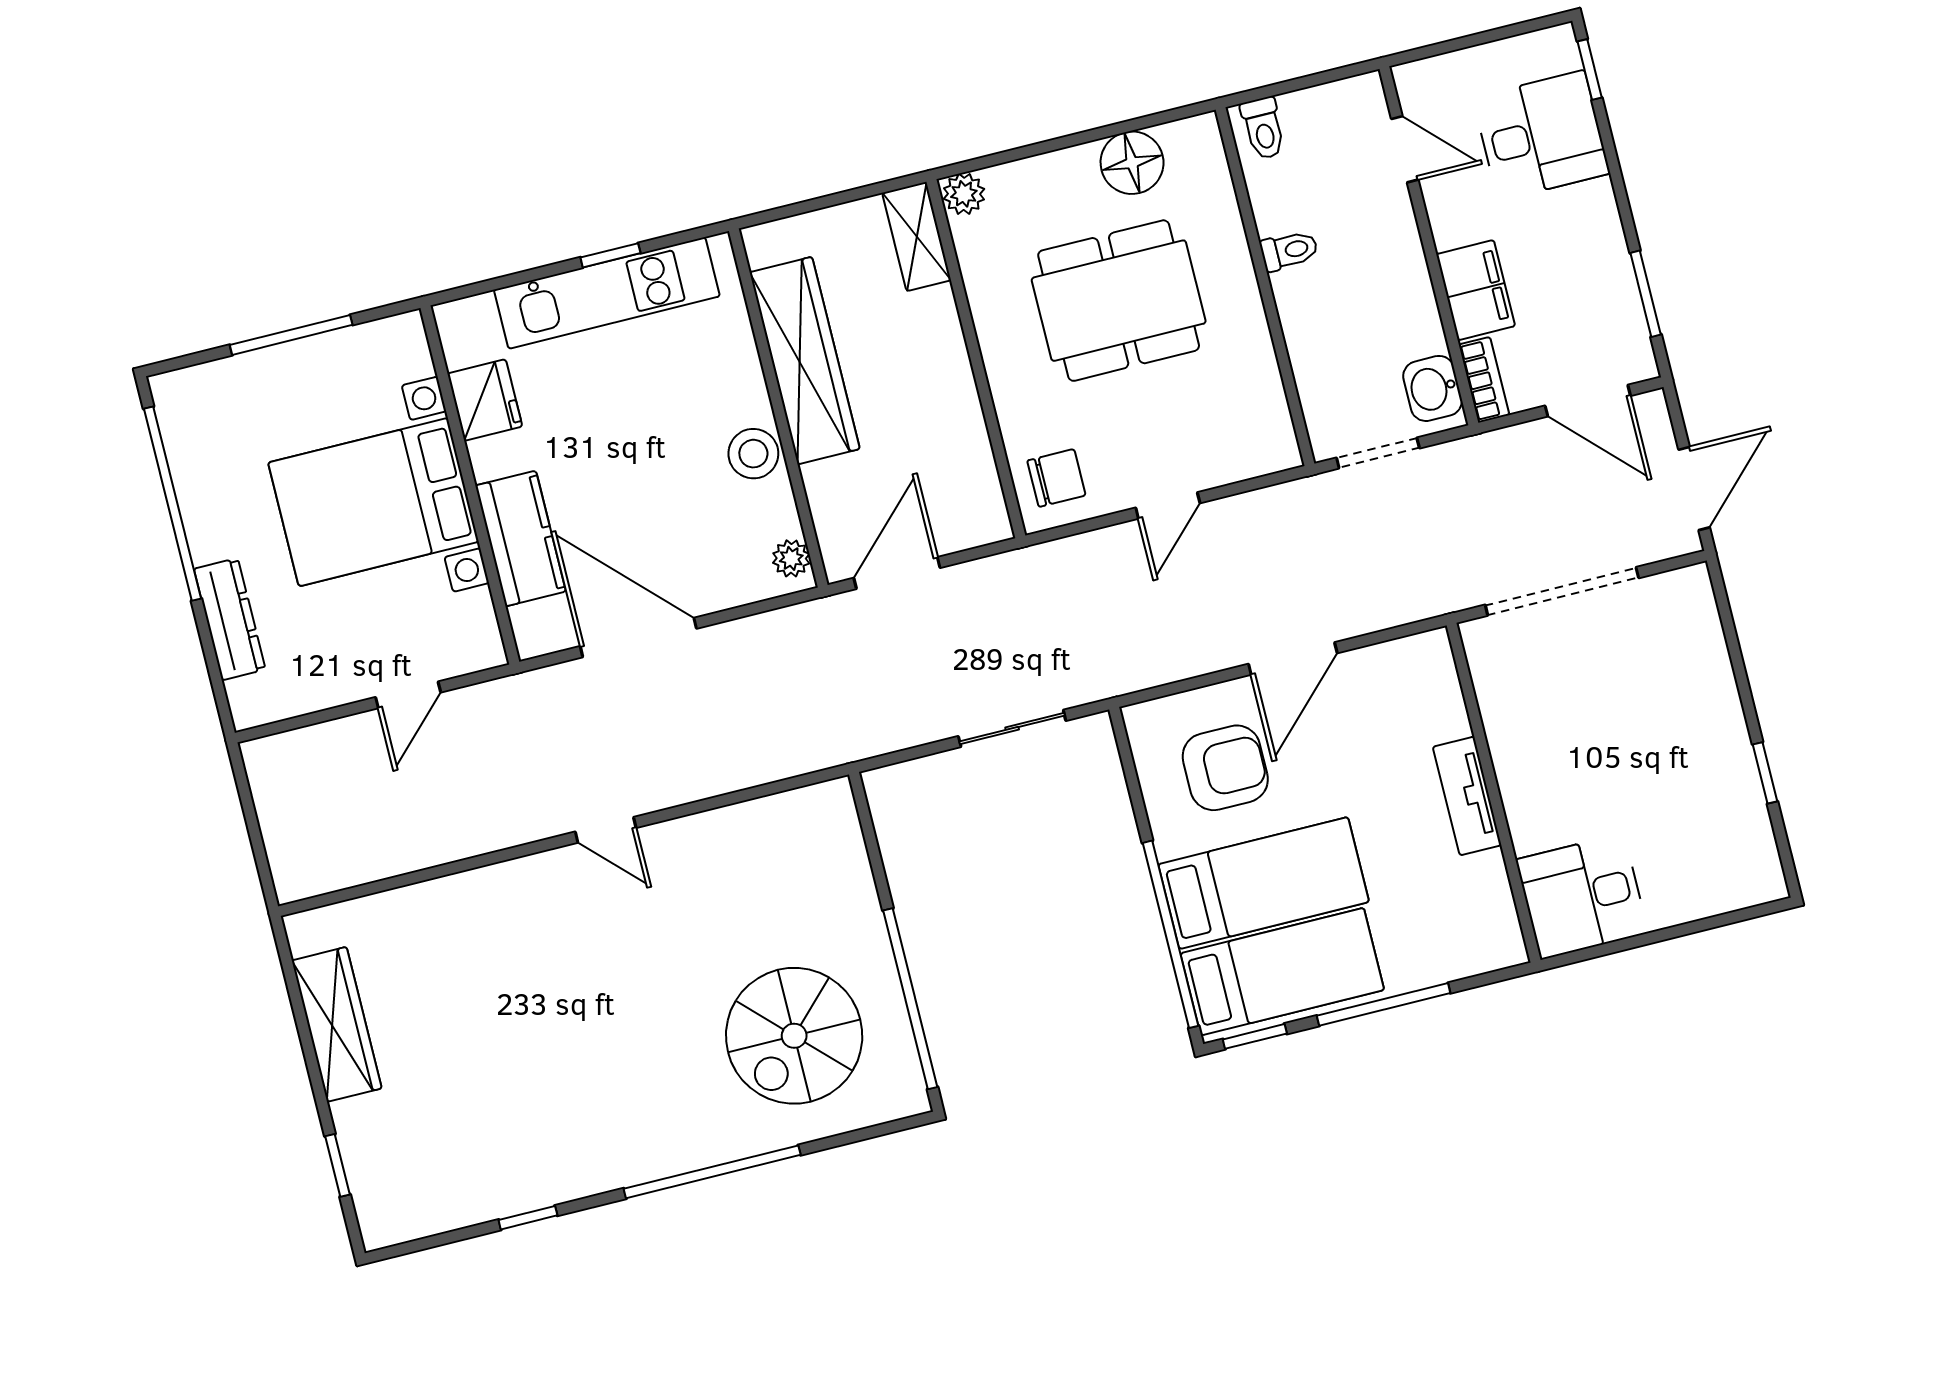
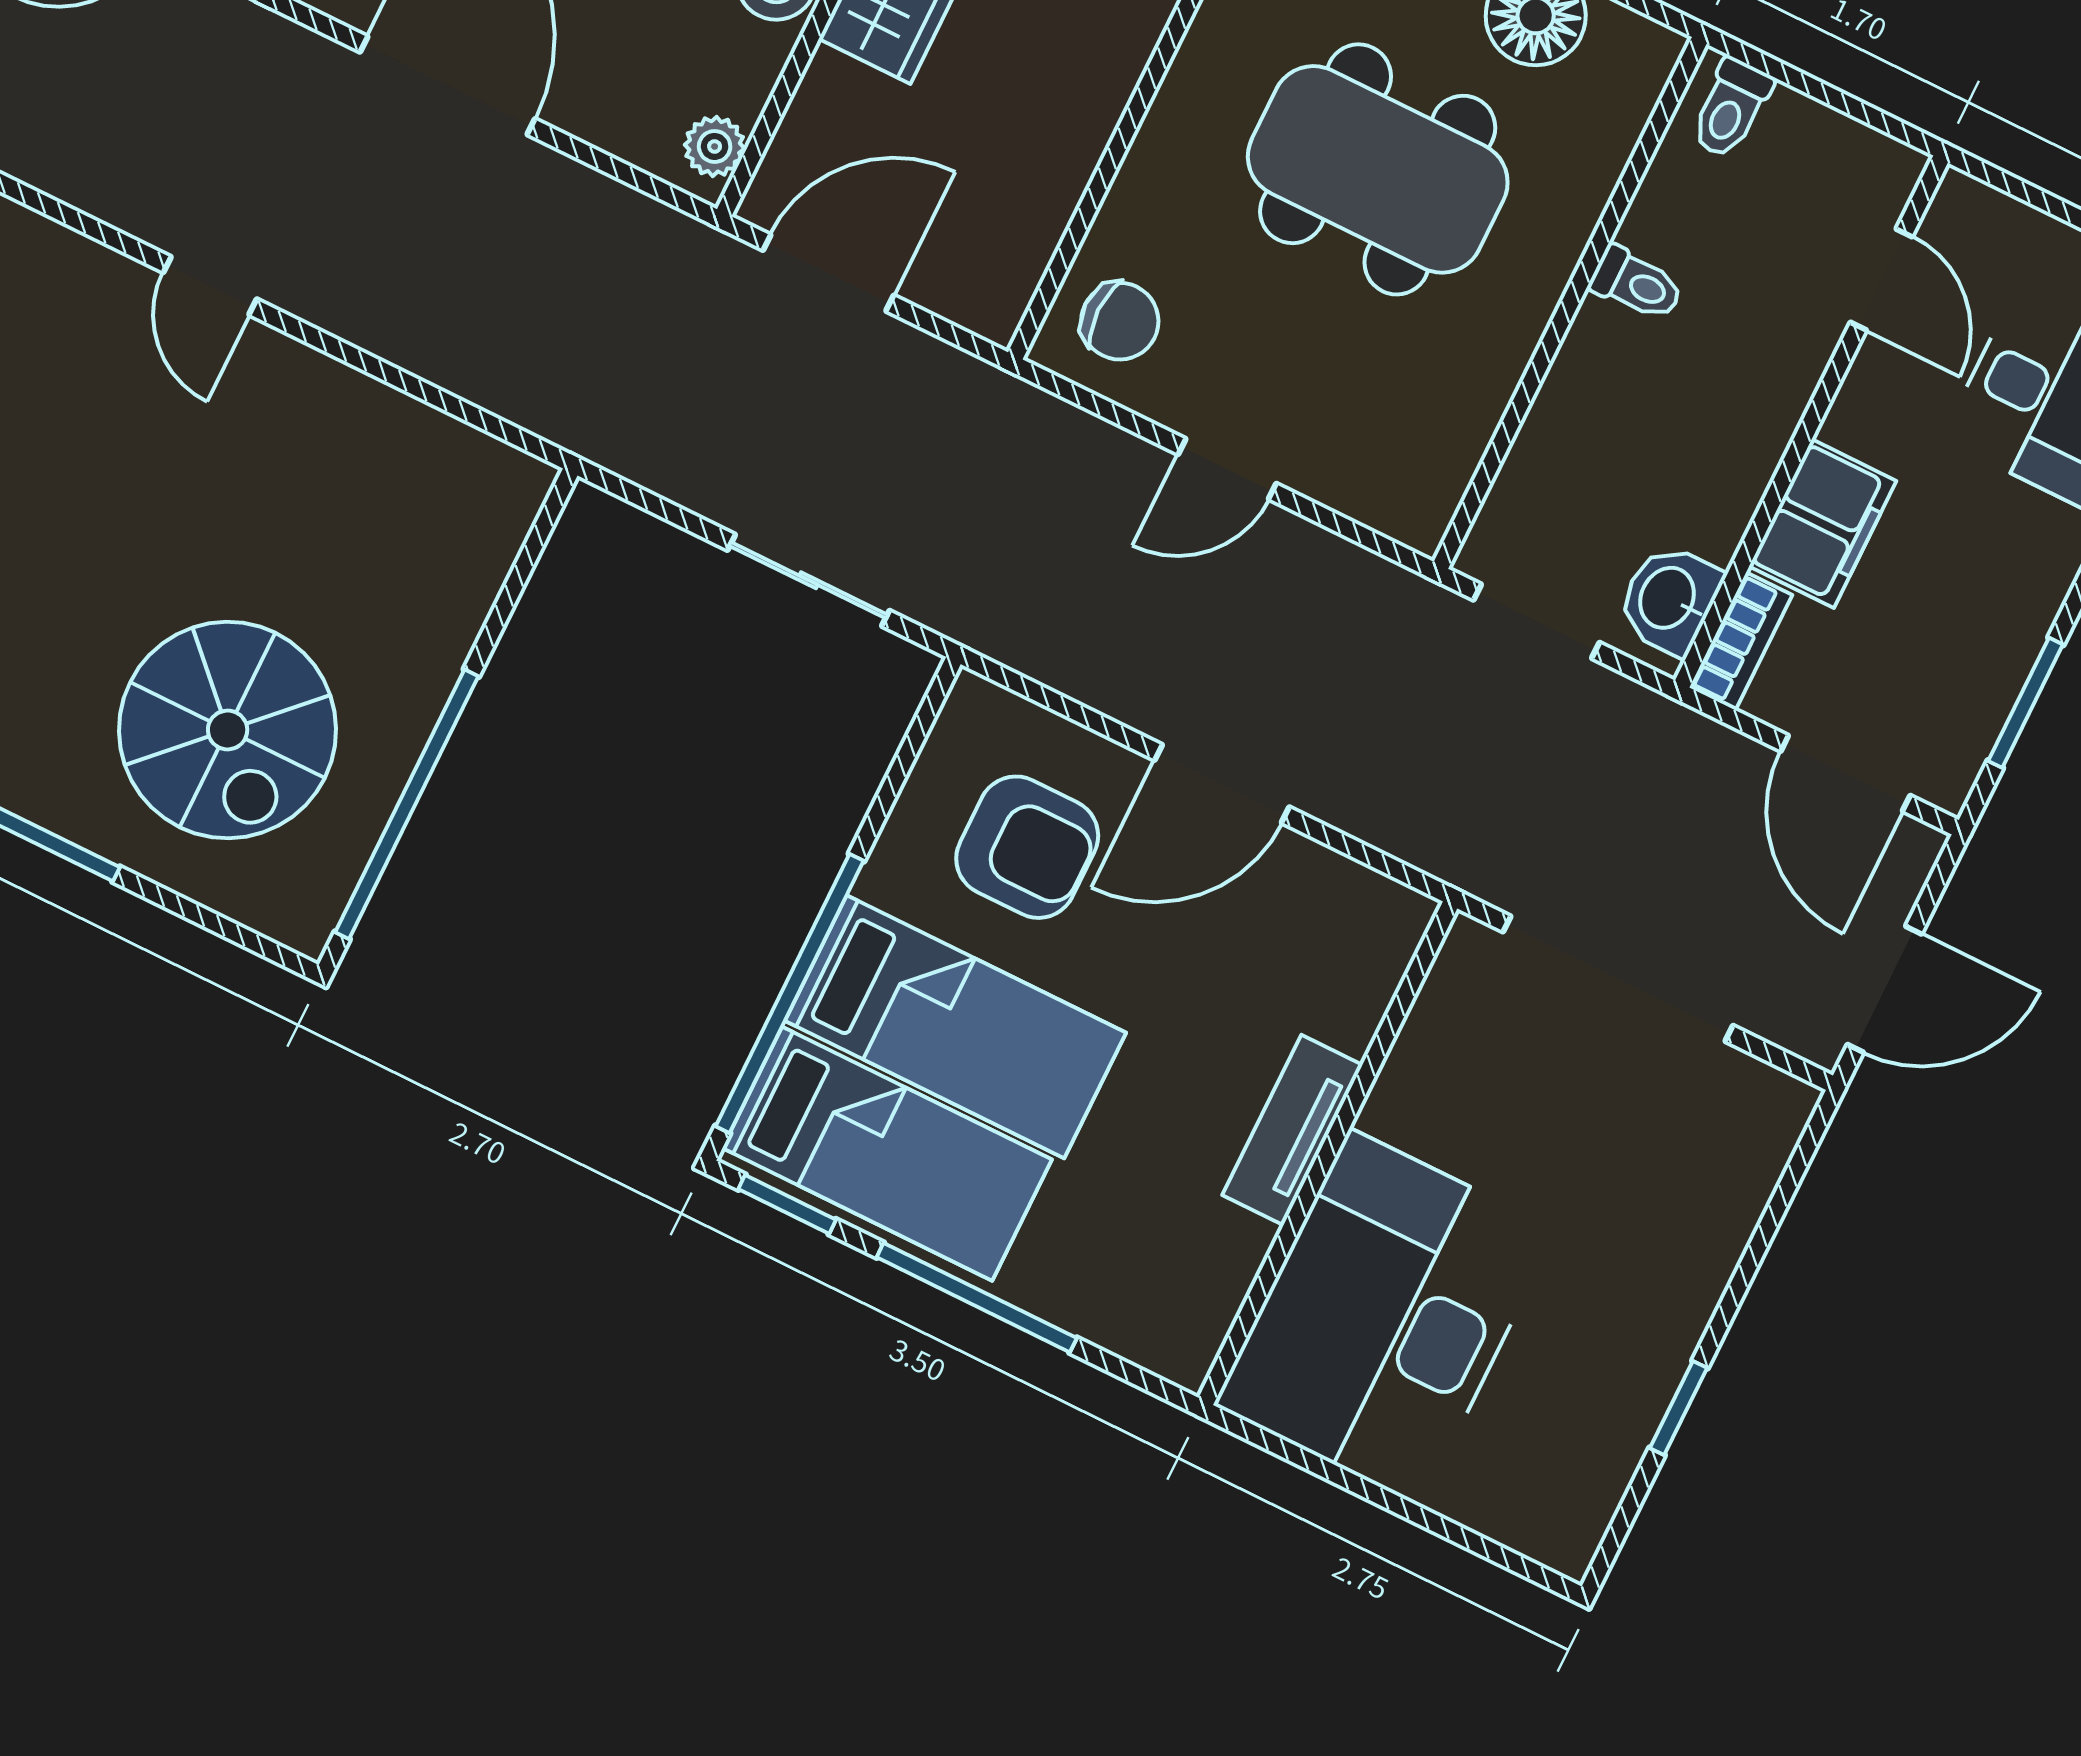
desk: (1582, 896) -> (1385, 1317), width x1.87, depth x1.30
spiral stairs: (794, 1036) -> (228, 730), turned -90

